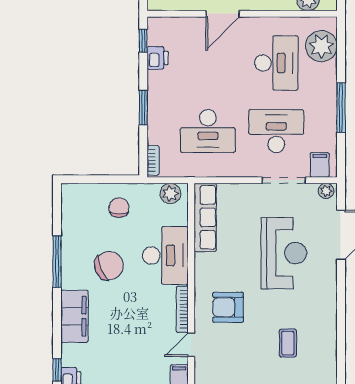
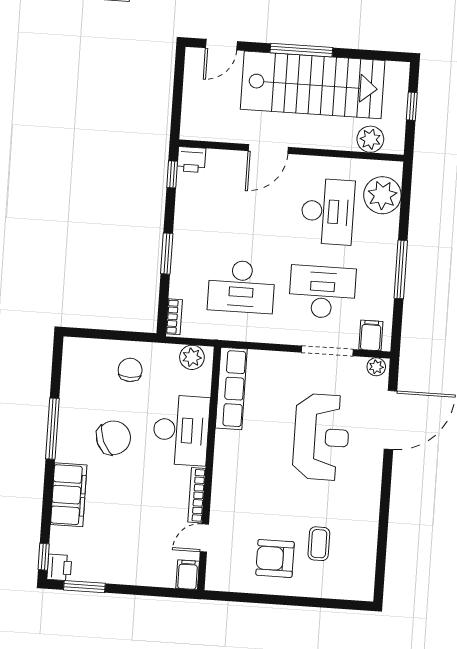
printer: (158, 58) -> (191, 160), moved, turned 90
armchair: (228, 307) -> (275, 558), moved

